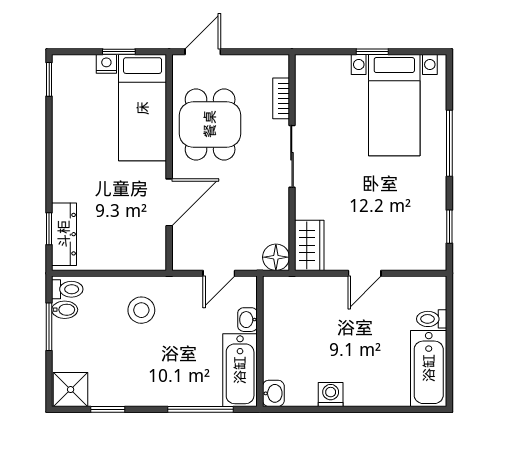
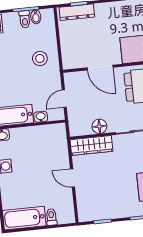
wardrobe: (309, 245) -> (91, 145), width x1.50
floor lamp: (276, 257) -> (99, 126), moved
door: (219, 273) -> (64, 99), hinge flipped
toilet: (67, 289) -> (25, 19), moved

